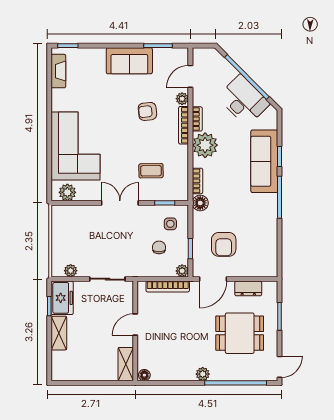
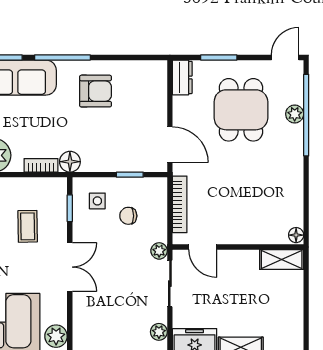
double door: (120, 203) -> (70, 267), swing flipped
armchair: (224, 244) -> (95, 91), moved
plant: (182, 271) -> (159, 251), moved
dresser: (248, 288) -> (182, 77), moved
door: (135, 325) -> (203, 247), moved
door: (280, 367) -> (285, 57), hinge flipped
plant: (203, 374) -> (295, 114), moved

